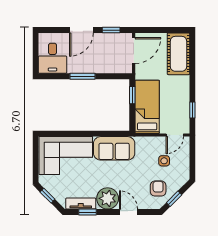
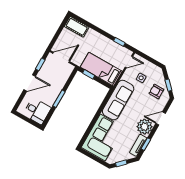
door: (81, 30) -> (30, 83), hinge flipped
door: (134, 50) -> (61, 57), hinge flipped
cot: (178, 54) -> (77, 27), width x0.73, depth x0.75
door: (175, 135) -> (129, 62), hinge flipped
sofa: (114, 148) -> (118, 100), width x1.36

